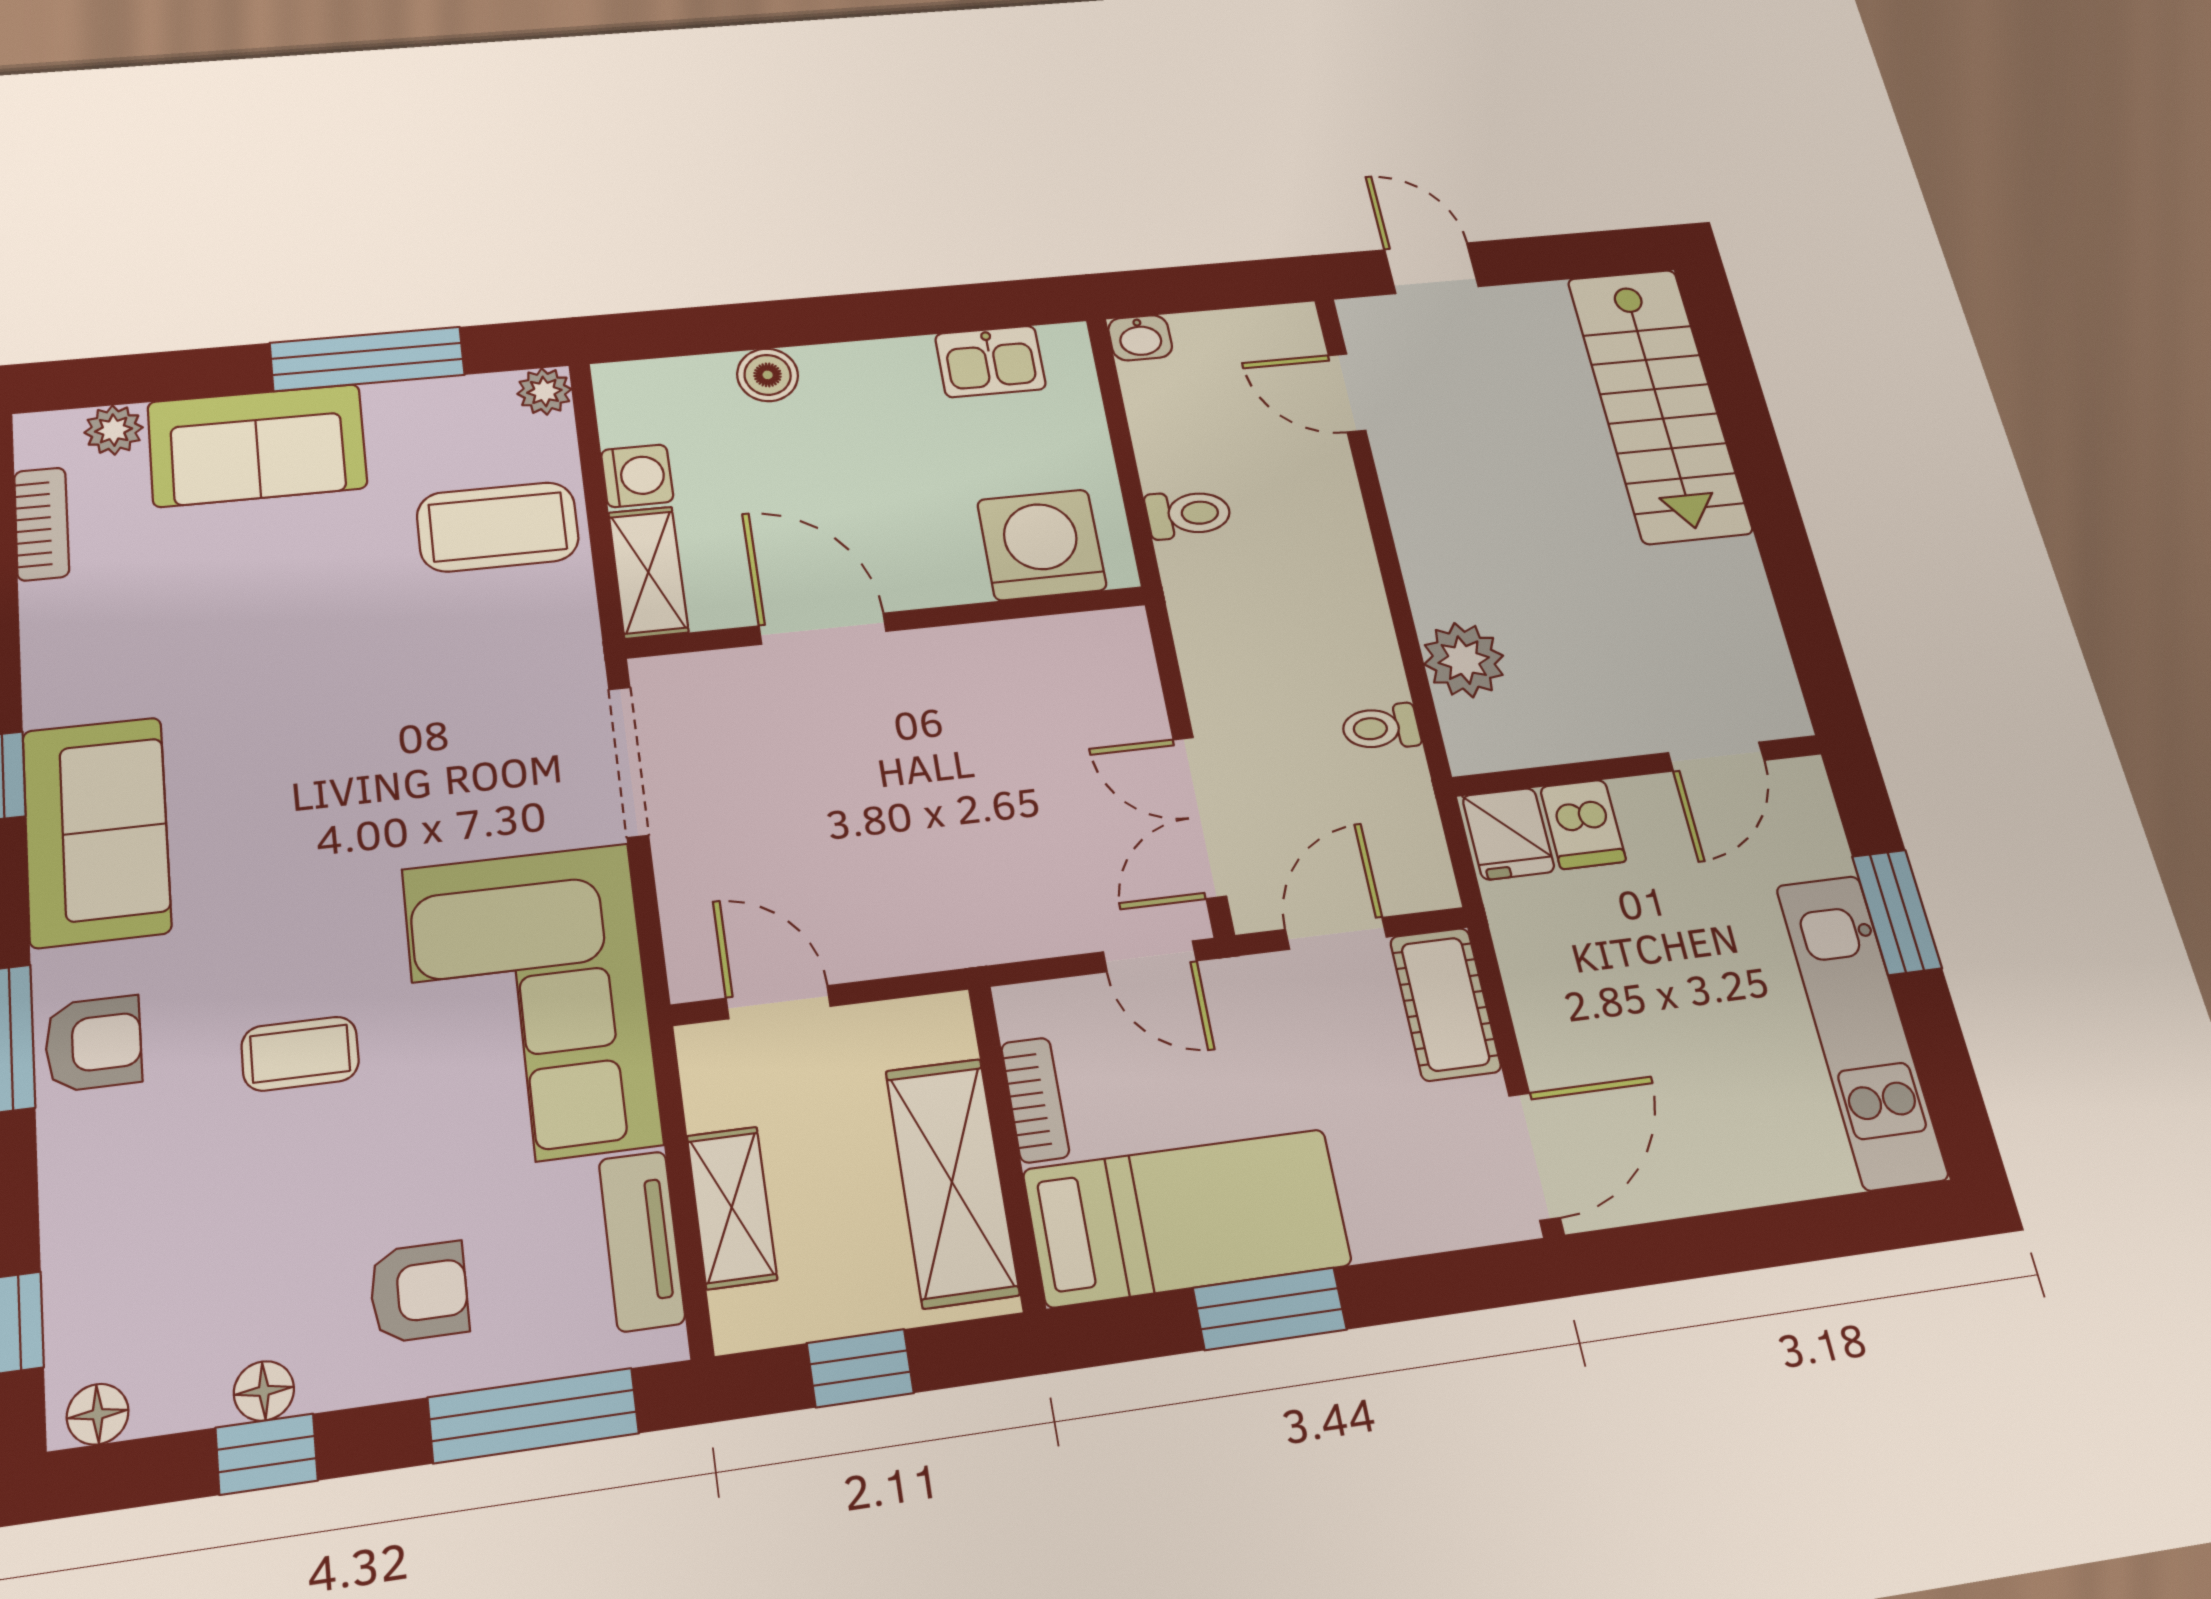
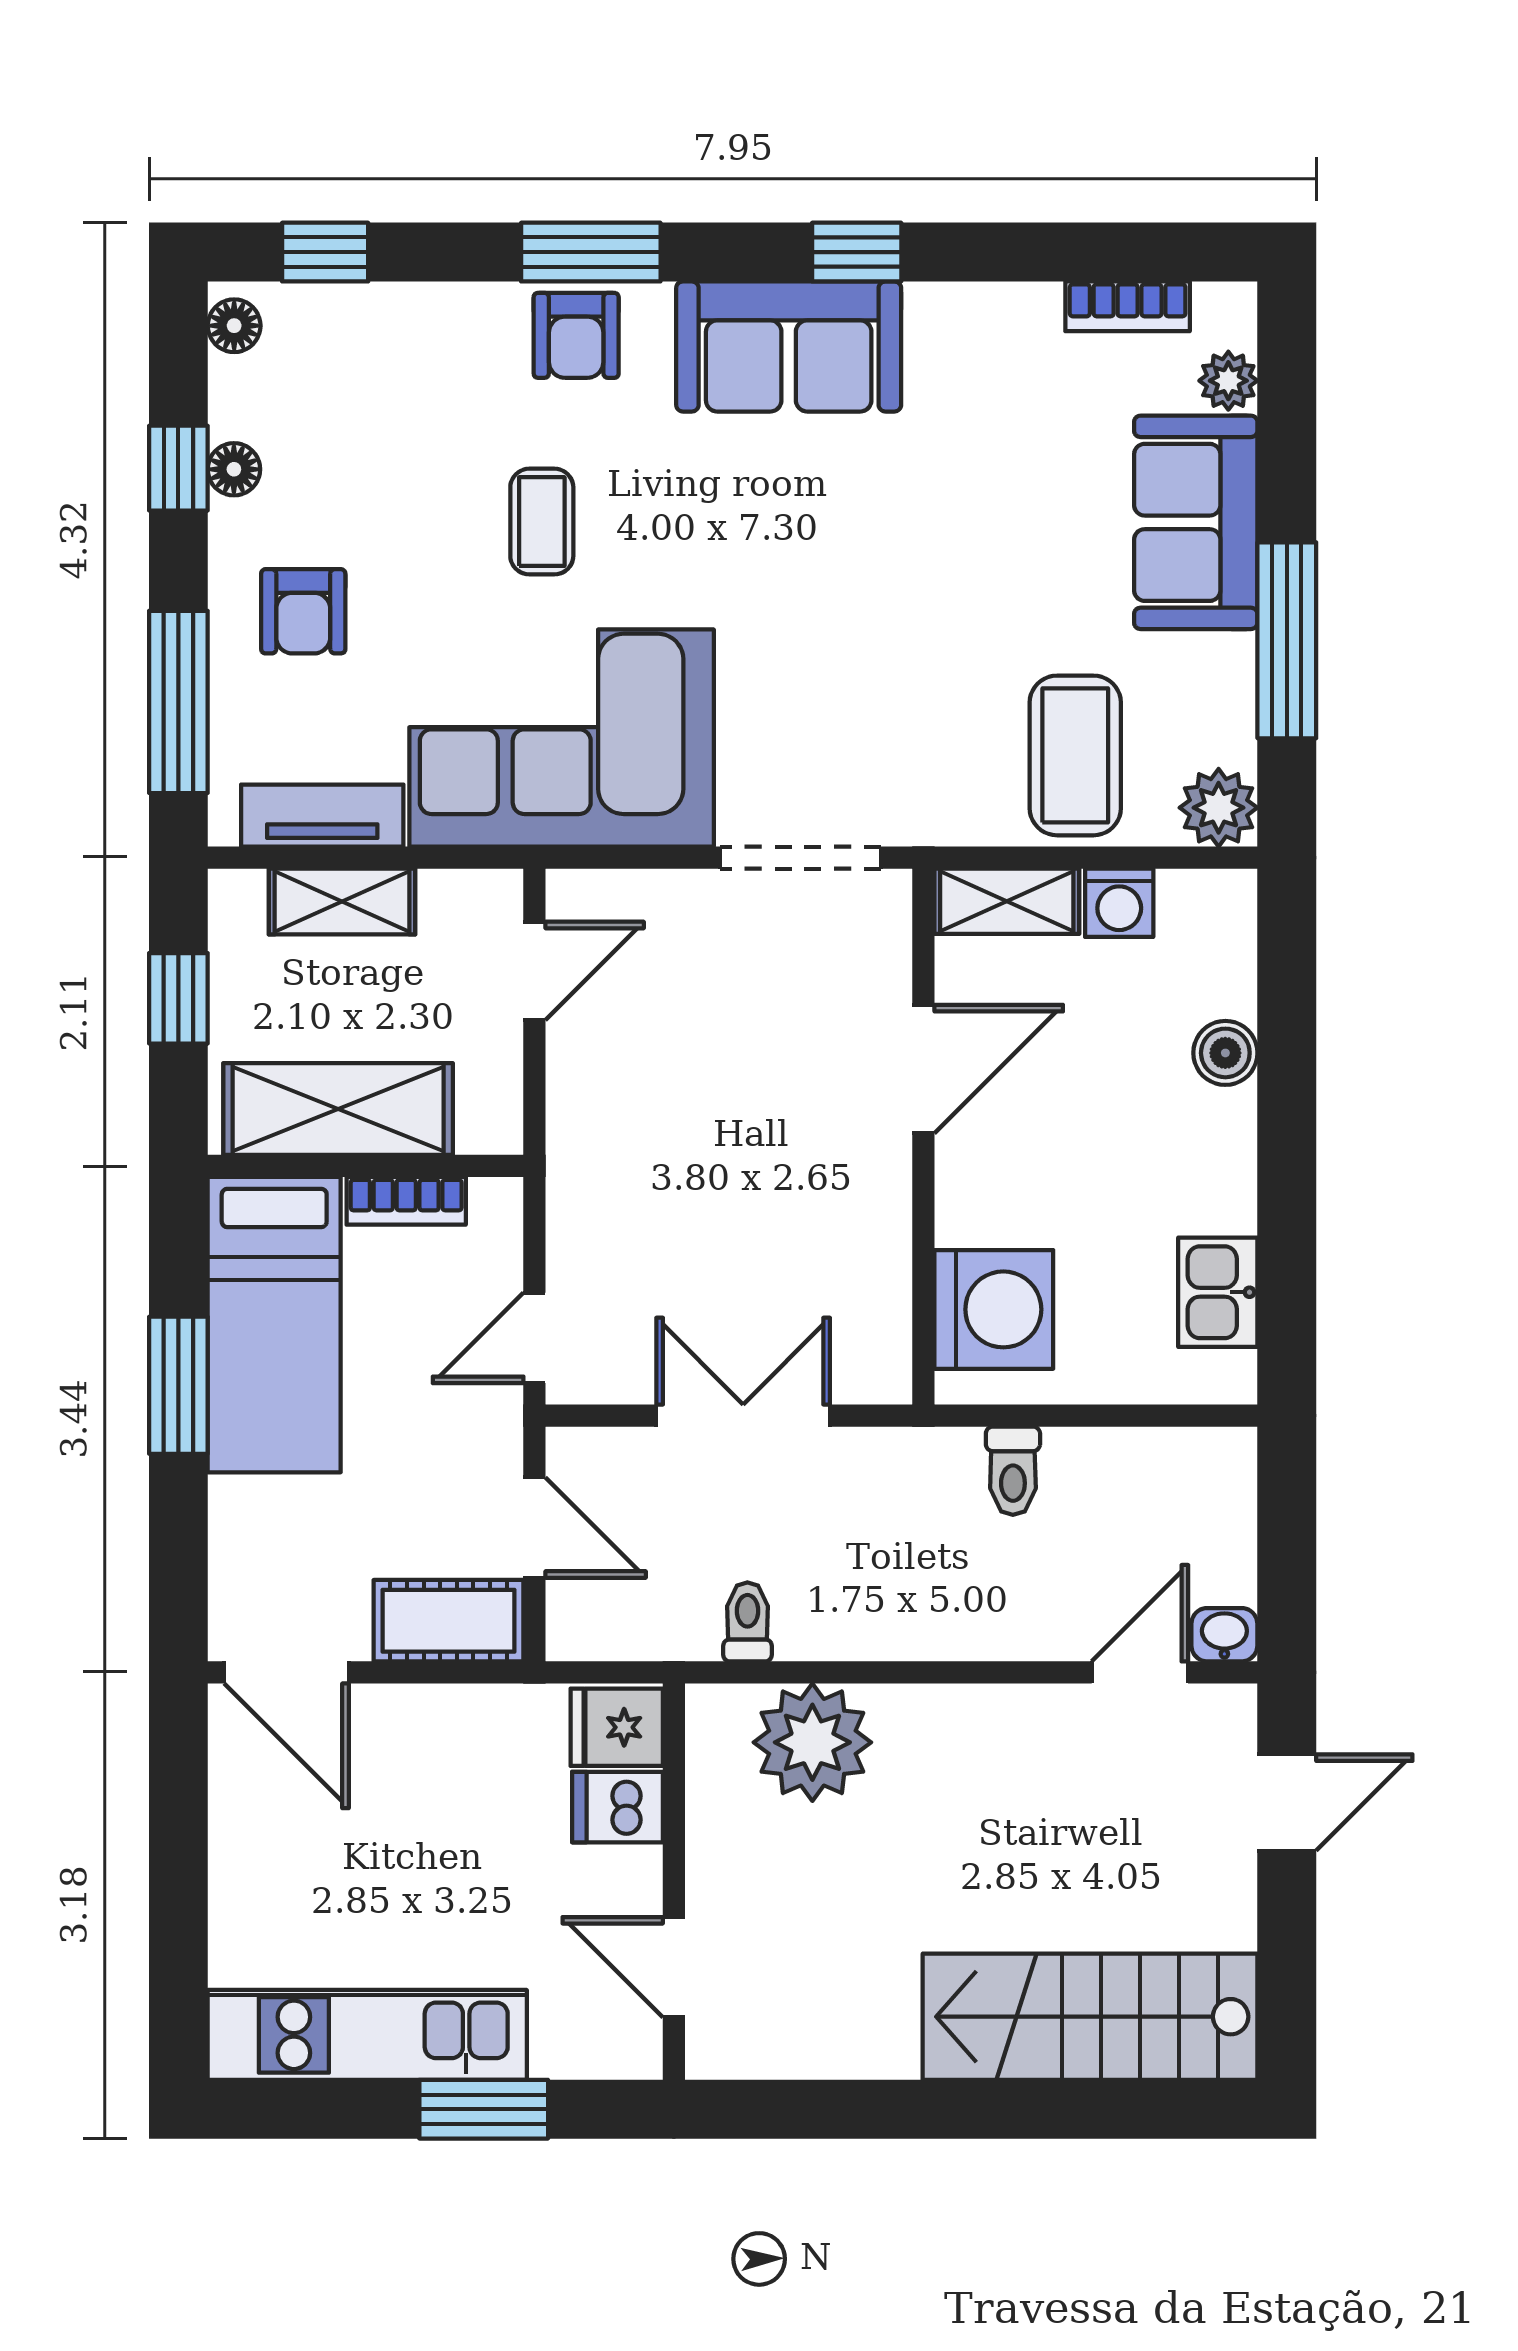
washbasin: (1140, 338) -> (1224, 1635), moved, turned 90
plant: (544, 391) -> (1219, 808), width x1.38, depth x1.38
plant: (1464, 660) -> (812, 1742), width x1.36, depth x1.36
double door: (1200, 817) -> (743, 1416), moved

